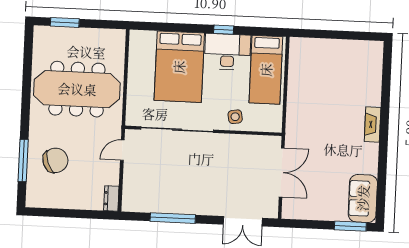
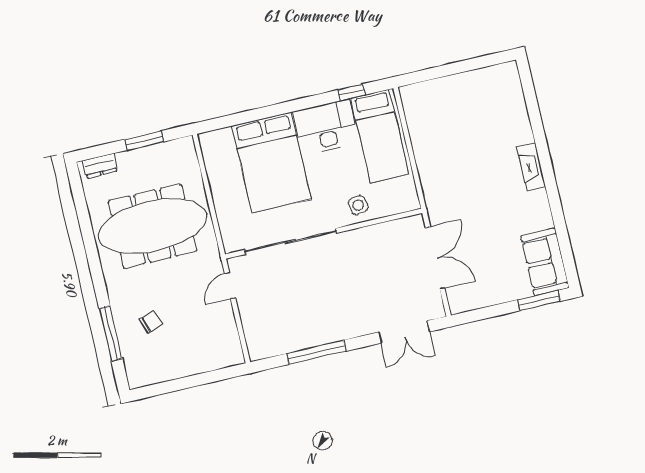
window: (65, 22) -> (144, 141), moved
window: (224, 30) -> (352, 92), moved
chair: (55, 160) -> (151, 322), width x0.54, depth x0.54
dresser: (111, 198) -> (100, 166), moved, turned -90

